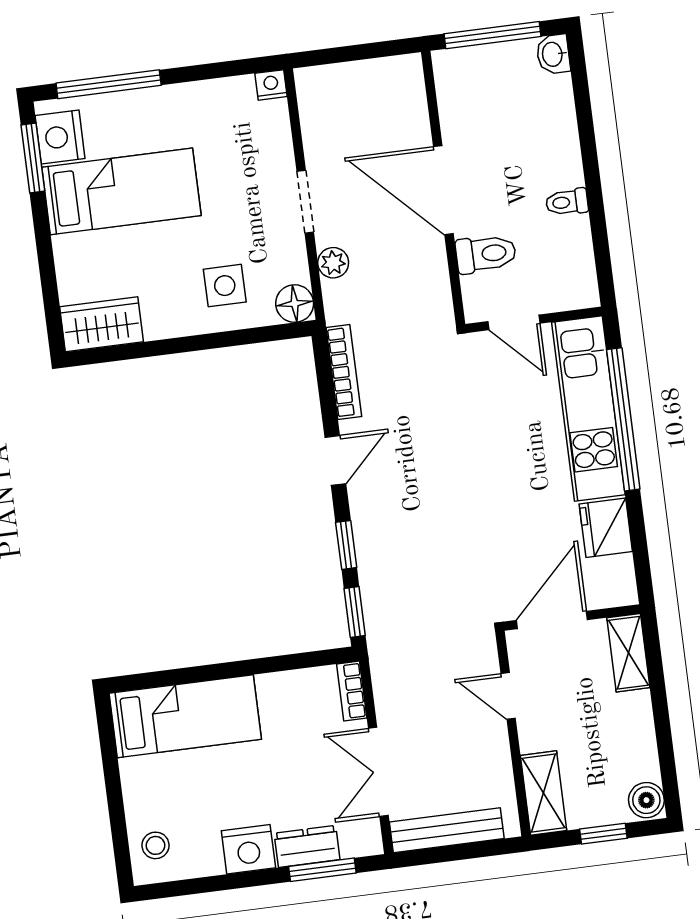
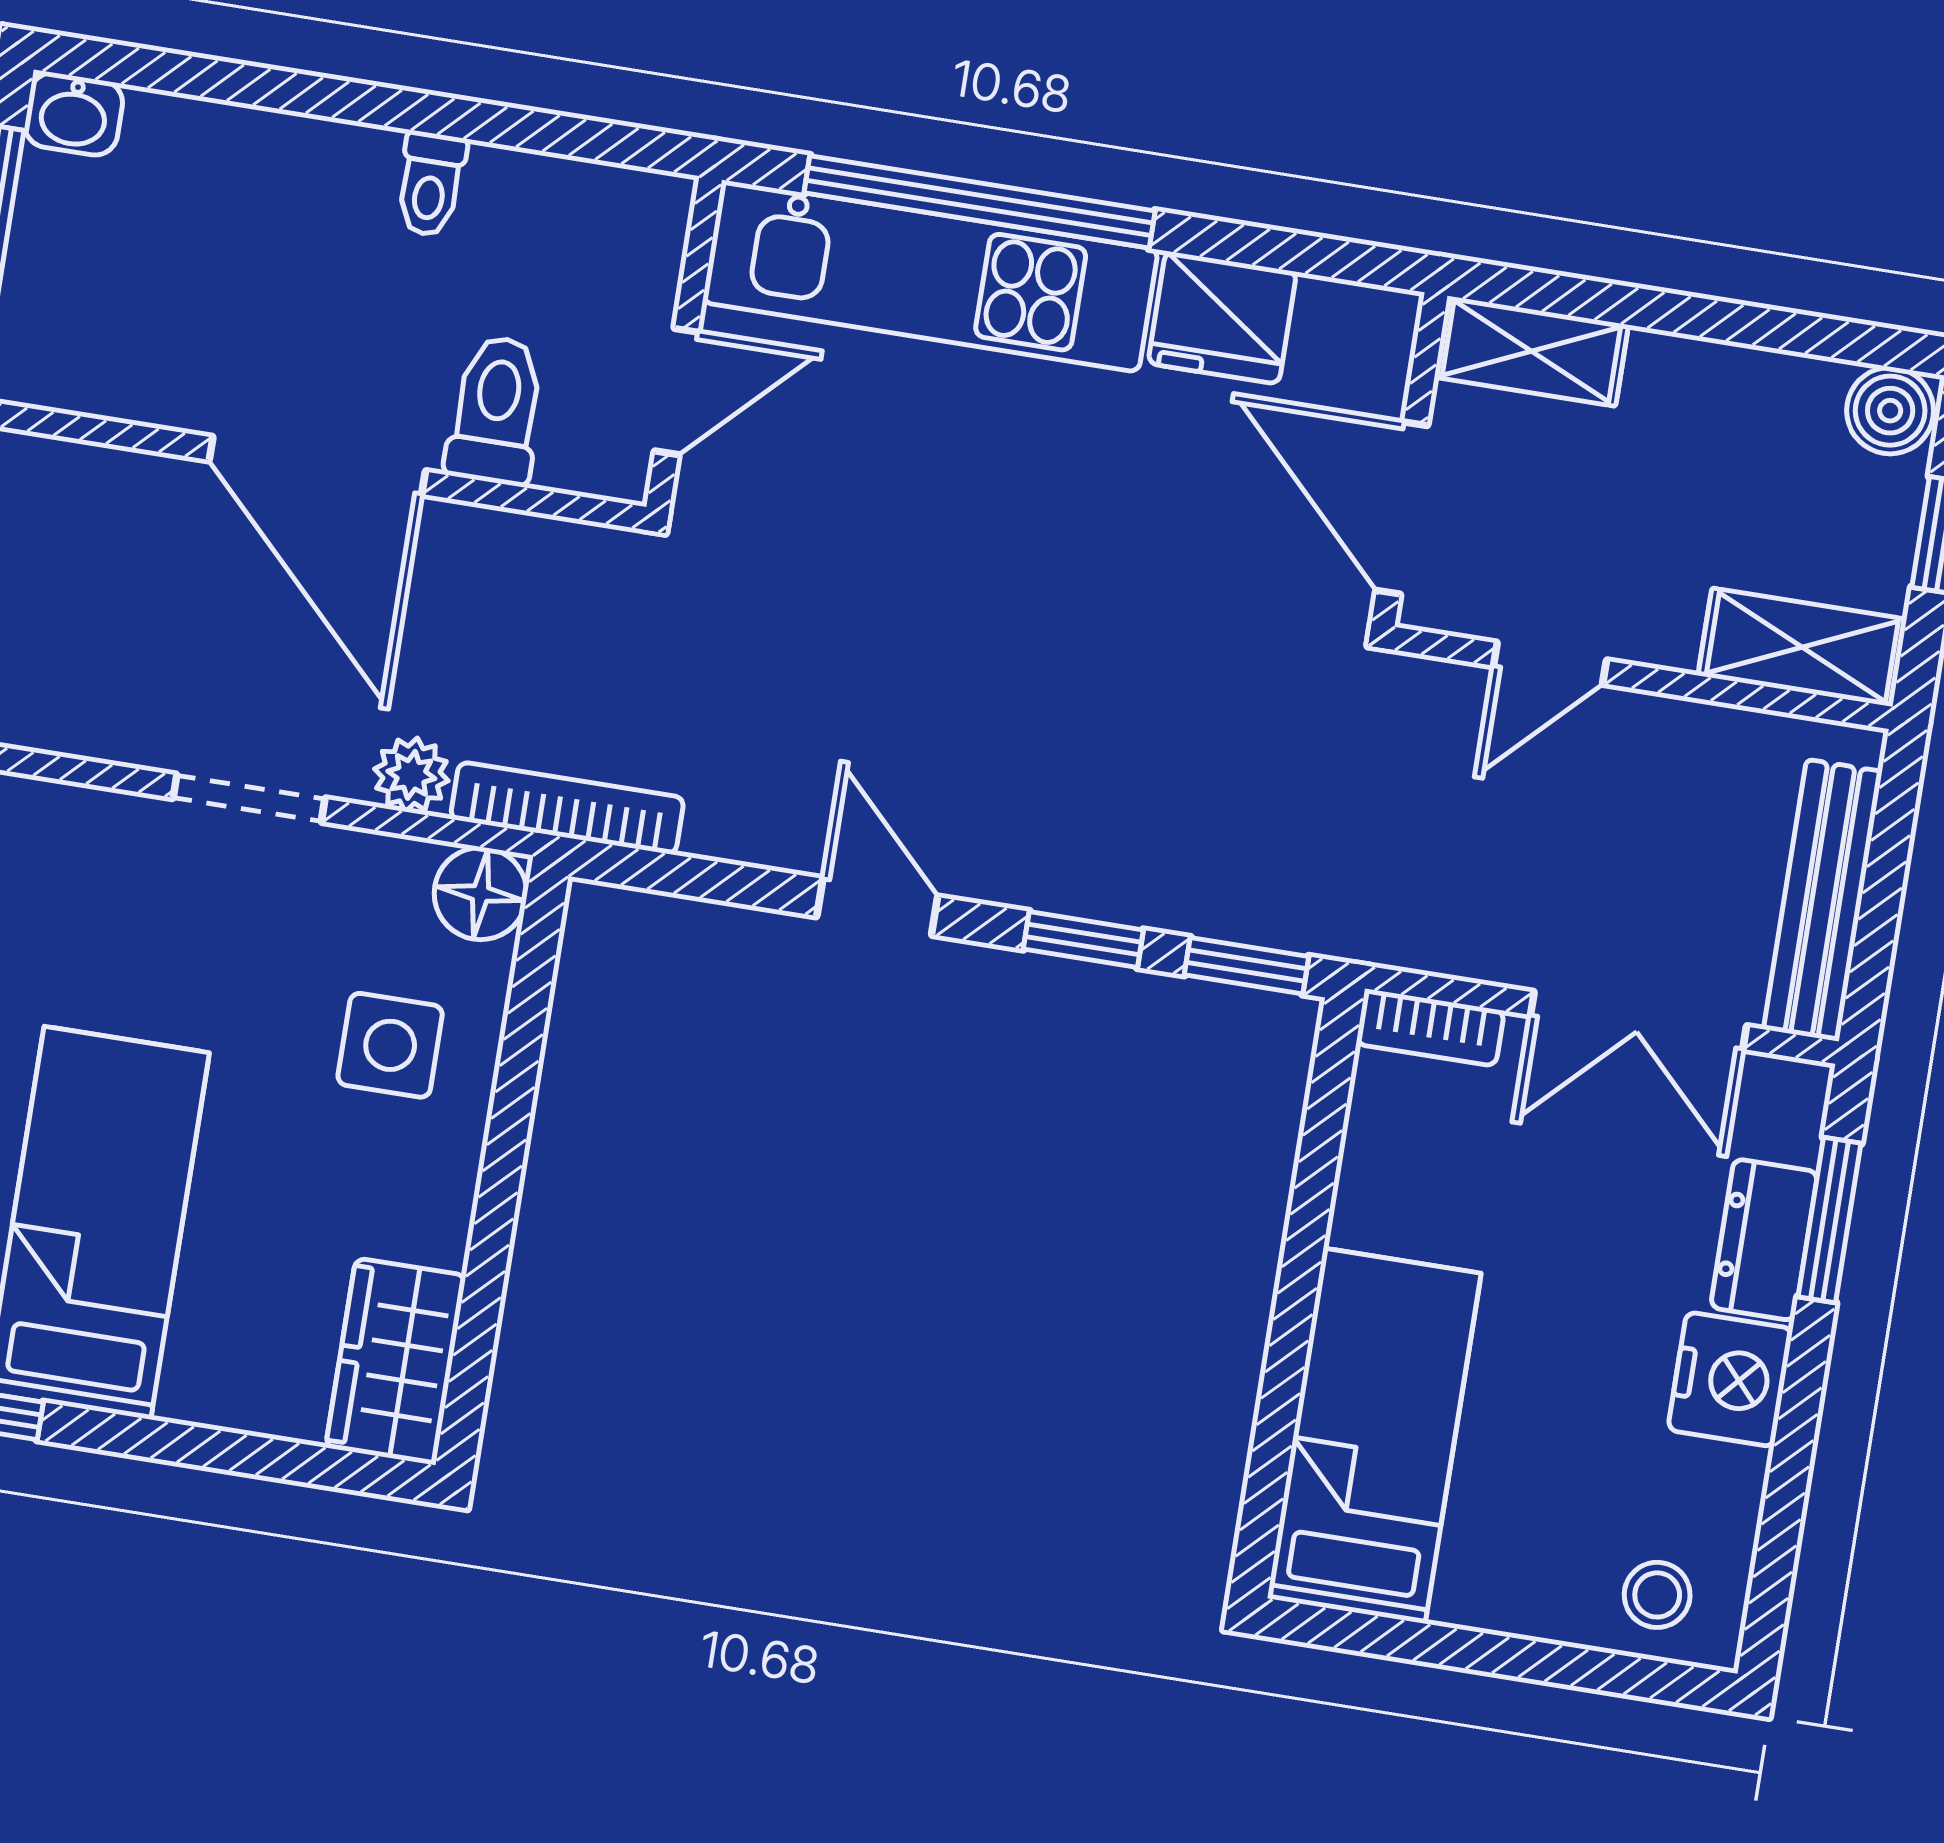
door: (443, 190) -> (317, 466), hinge flipped
bookcase: (344, 372) -> (567, 808), moved

